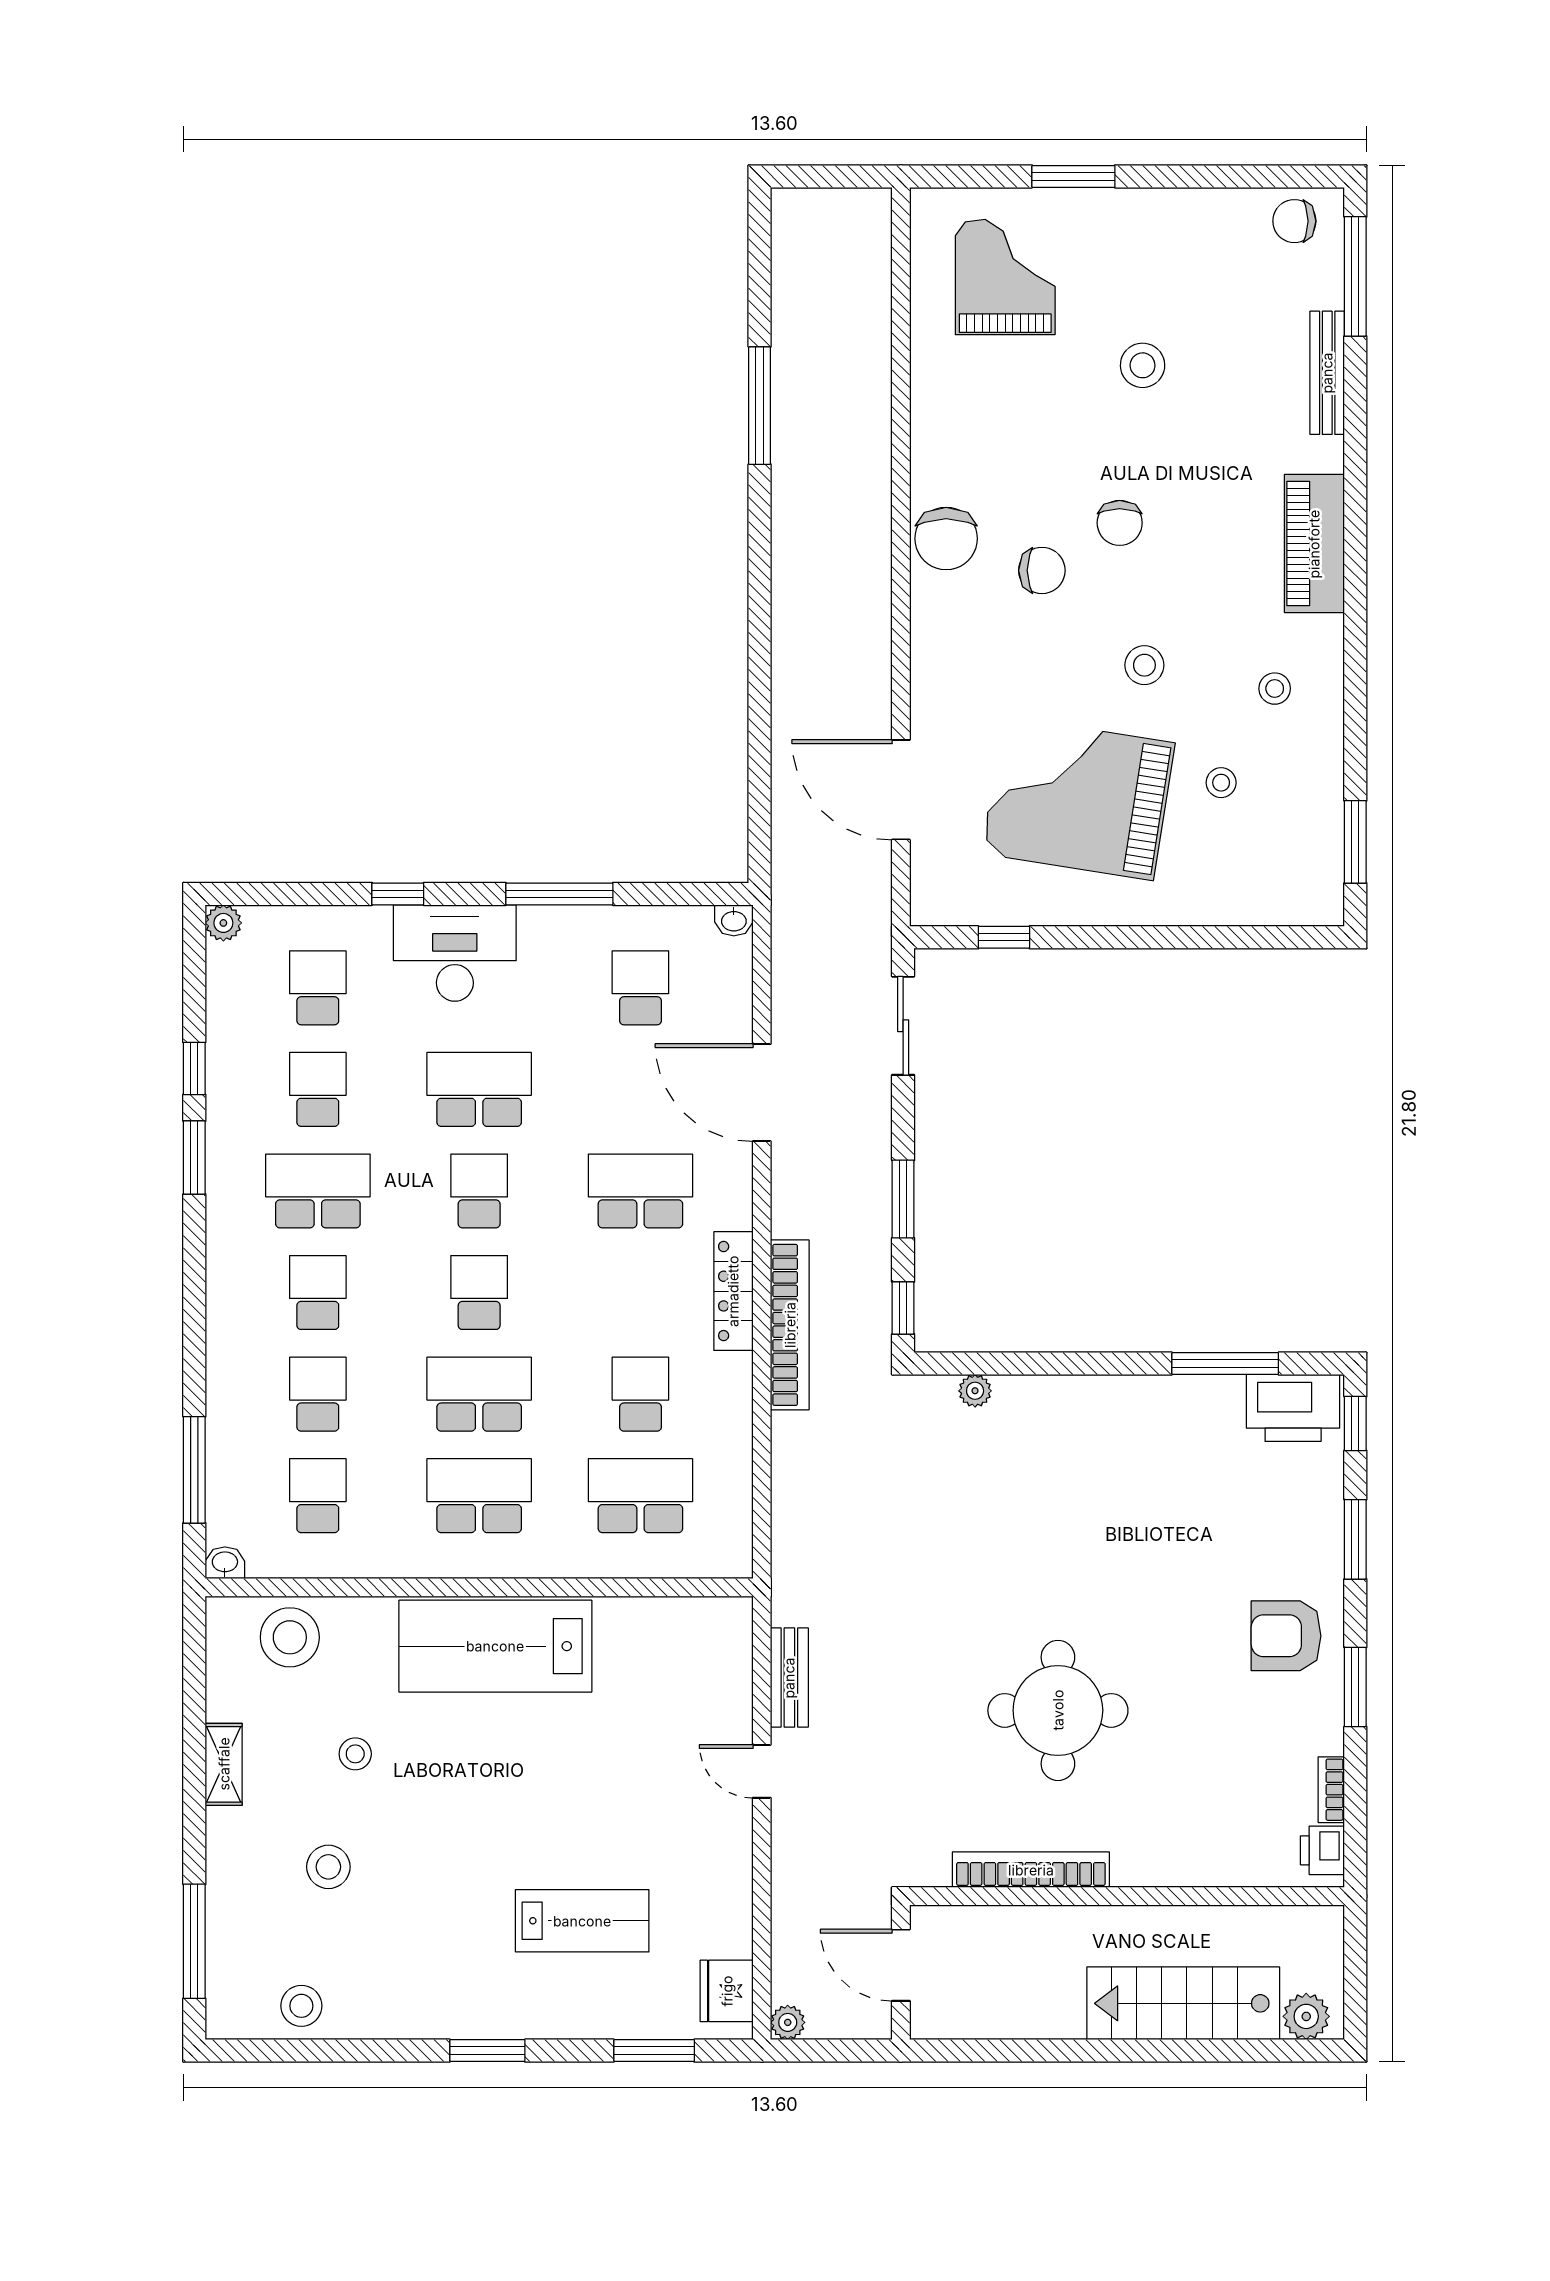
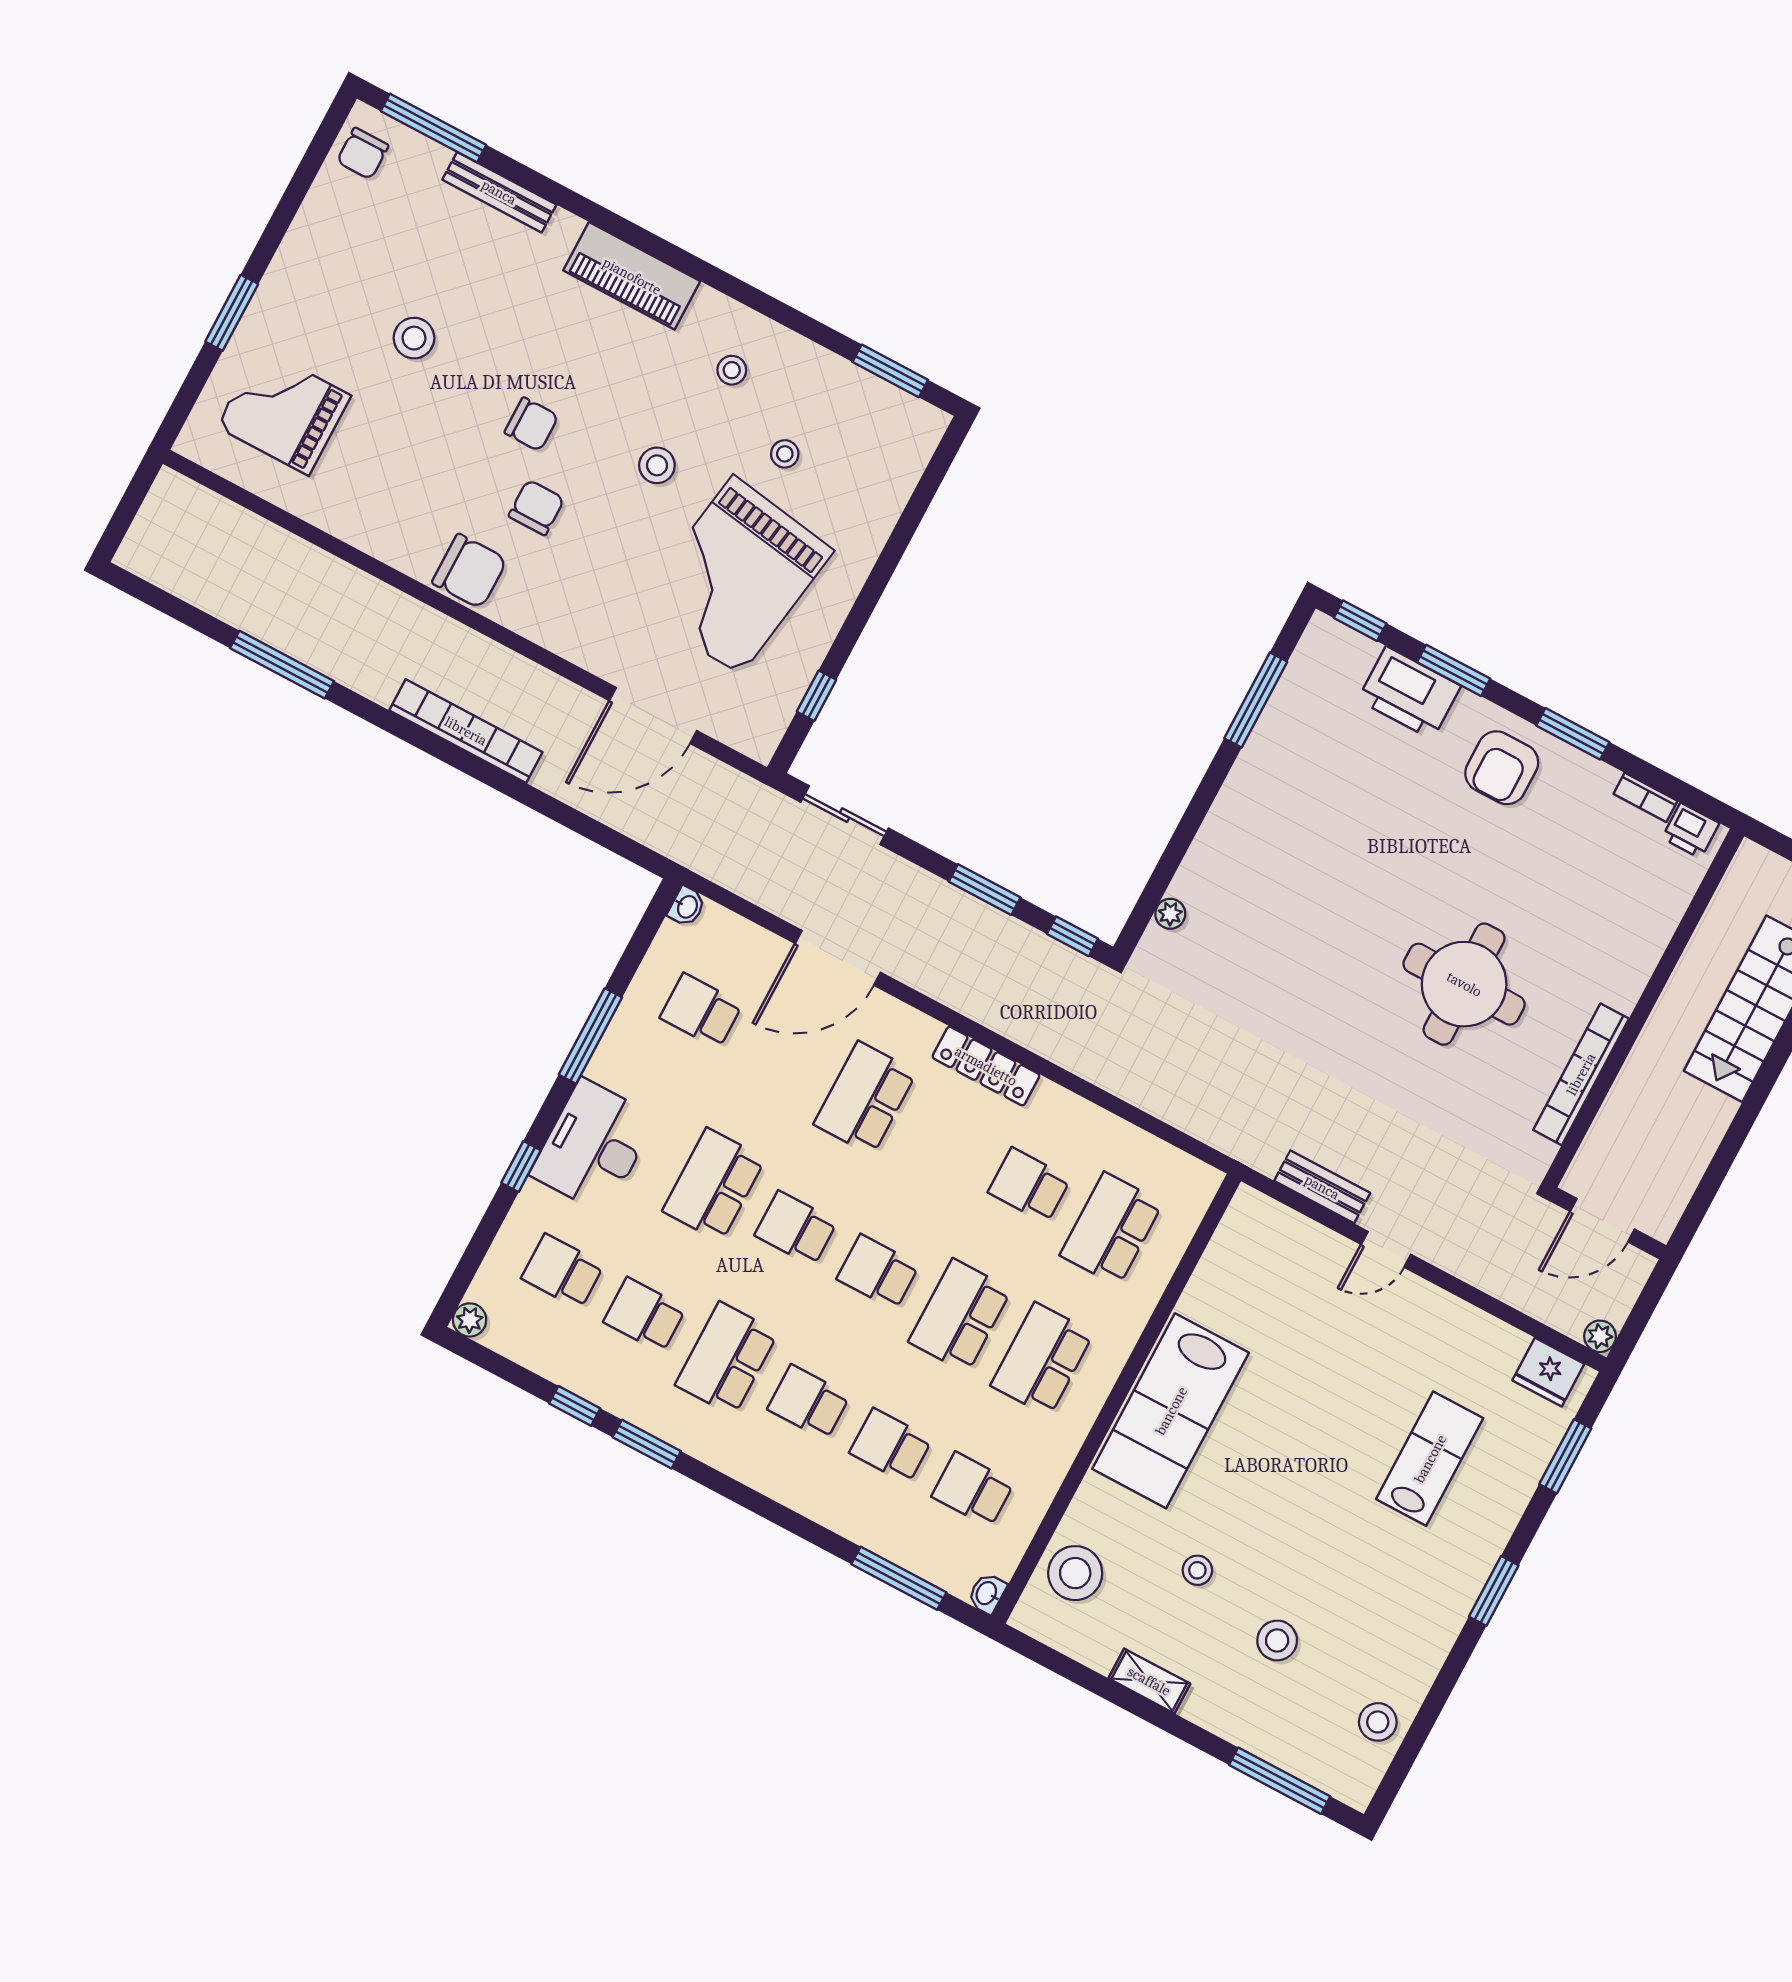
bookcase: (790, 1325) -> (466, 731), moved
printer: (1293, 1408) -> (1409, 693), moved, turned 90

